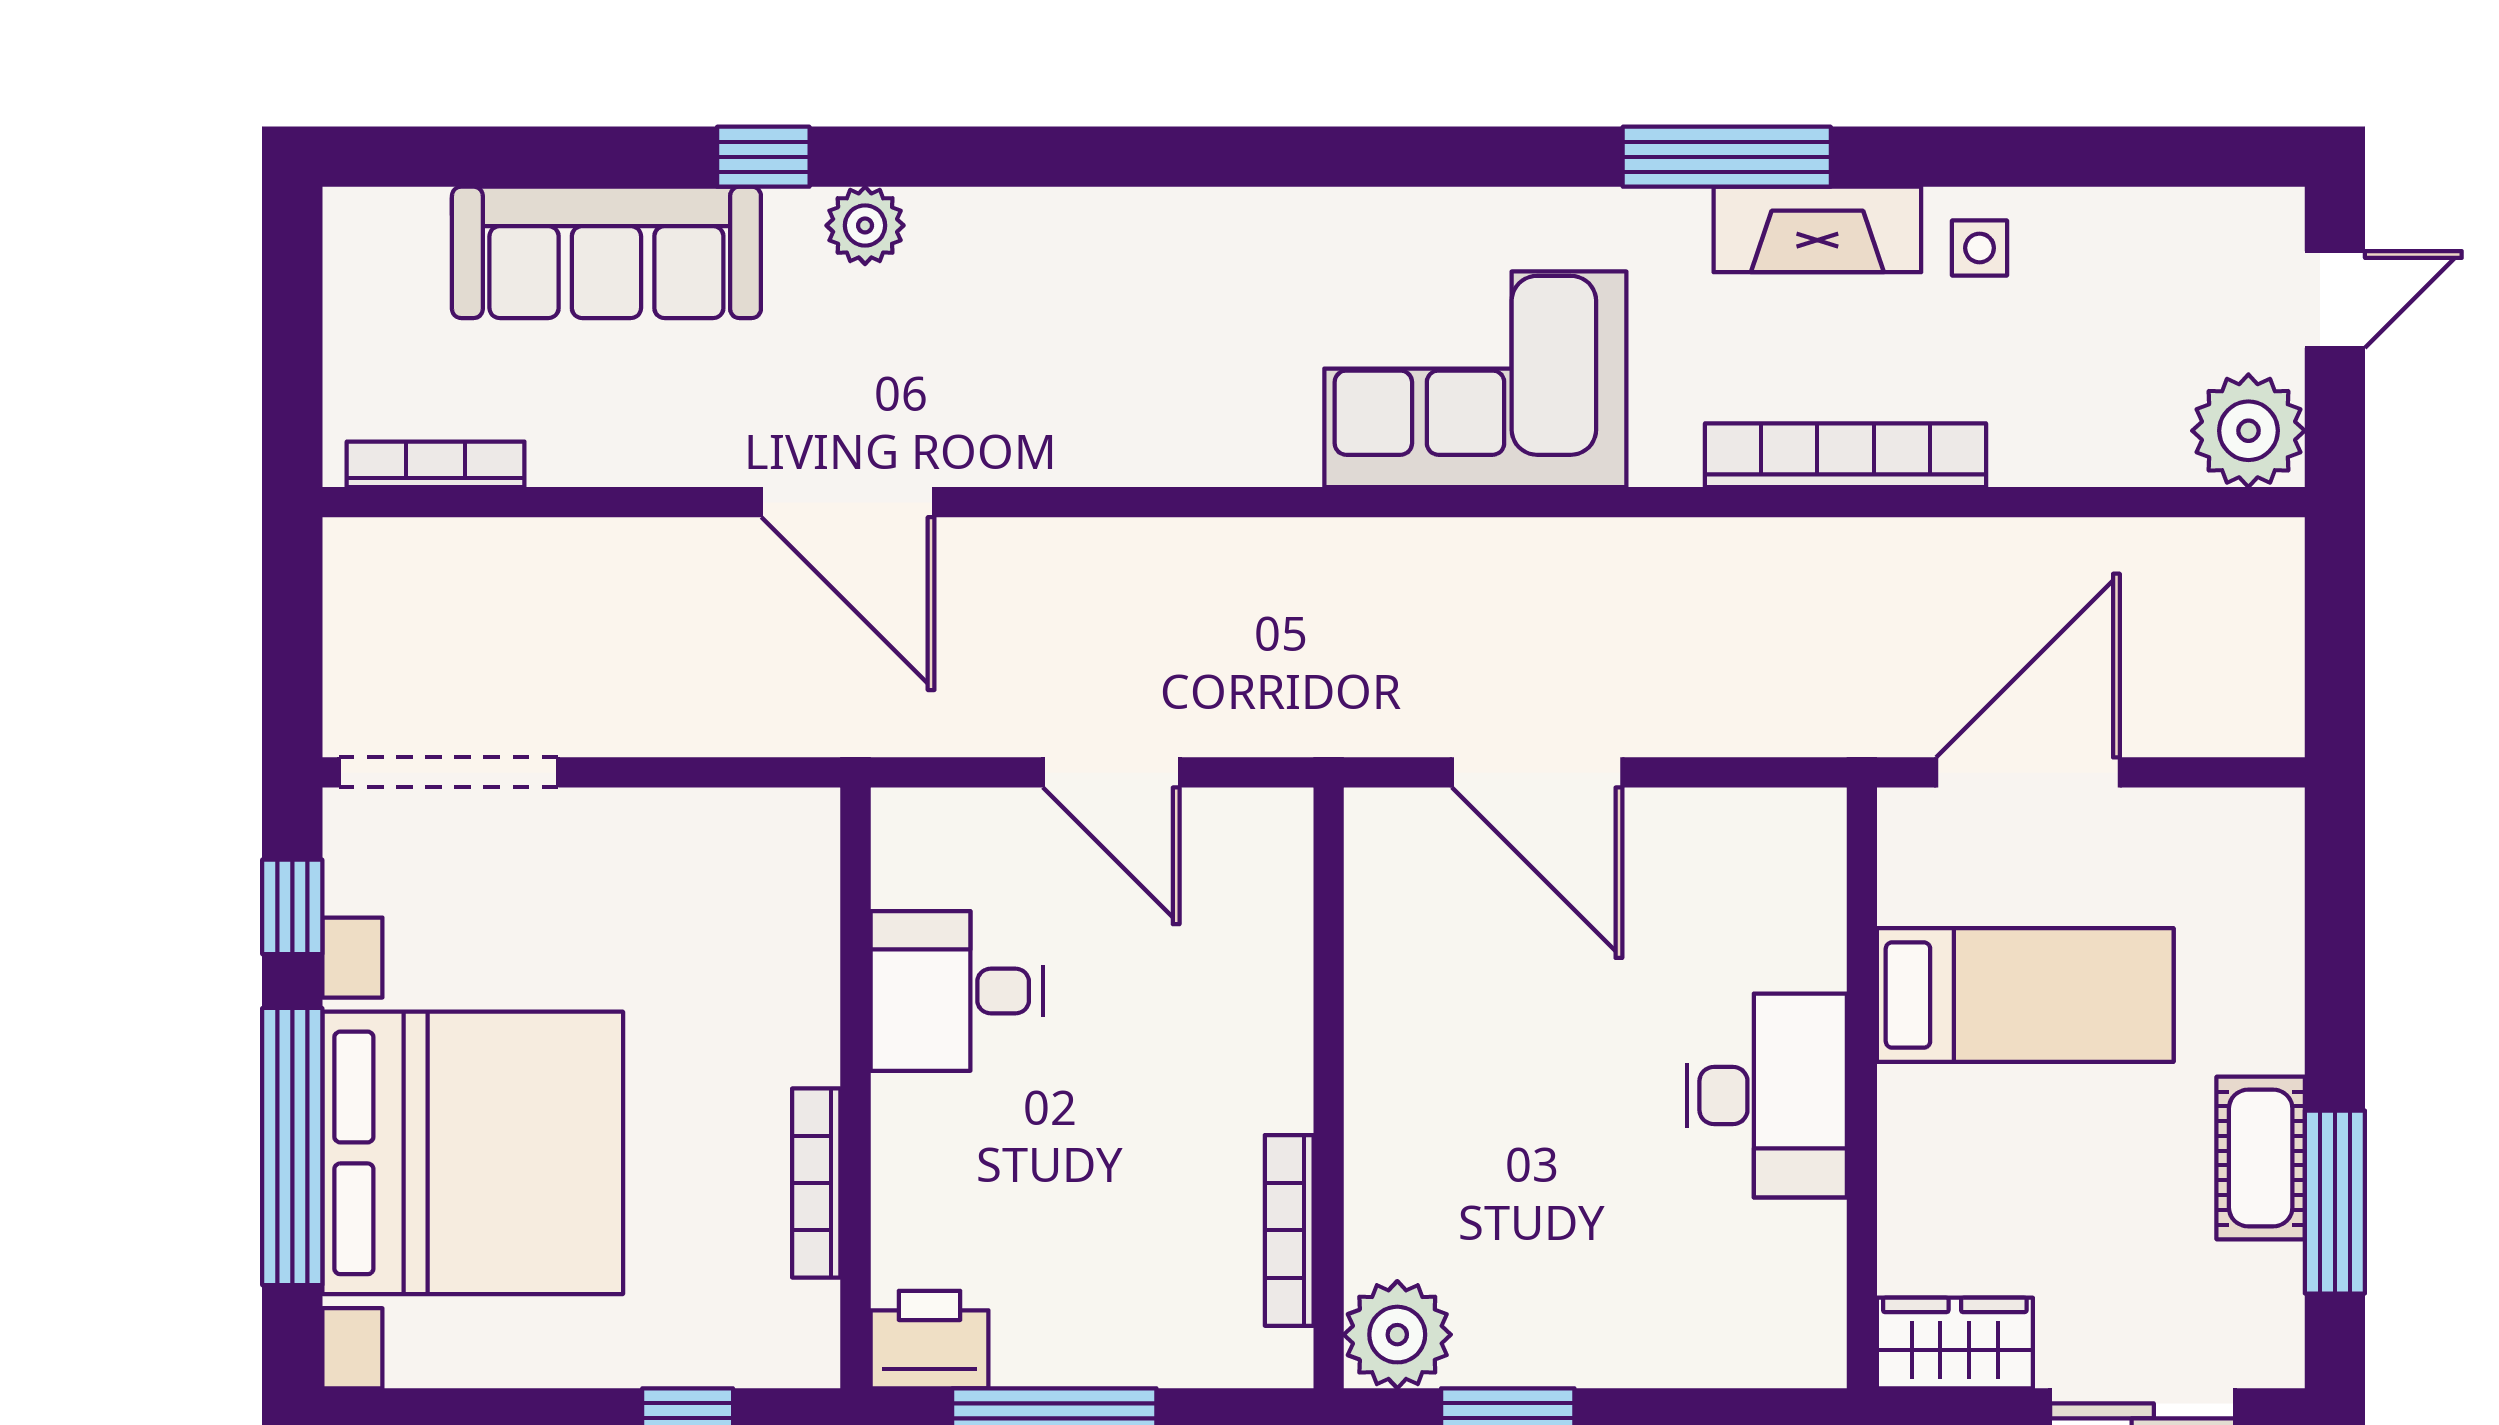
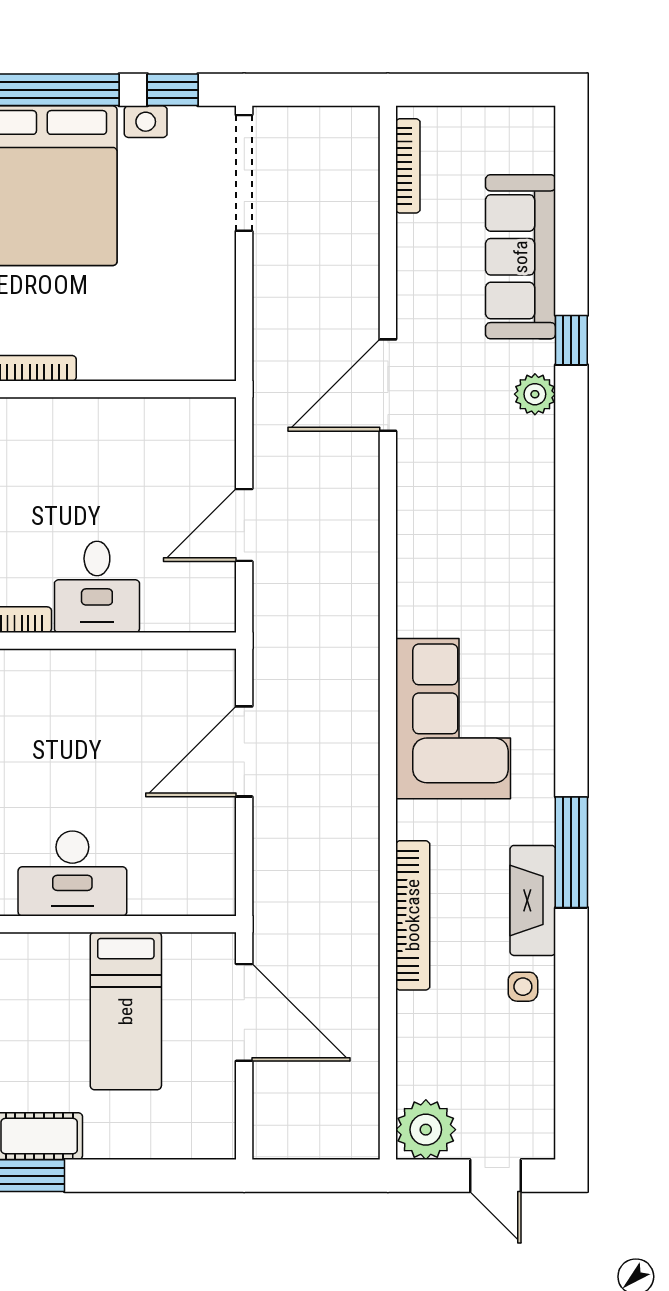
desk: (957, 991) -> (97, 587), moved, turned 180

